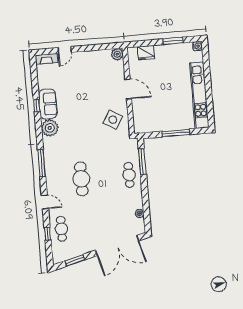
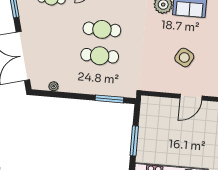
side table: (113, 120) -> (184, 57), moved
cafe table: (129, 175) -> (100, 56), moved, width x1.37, depth x1.35

